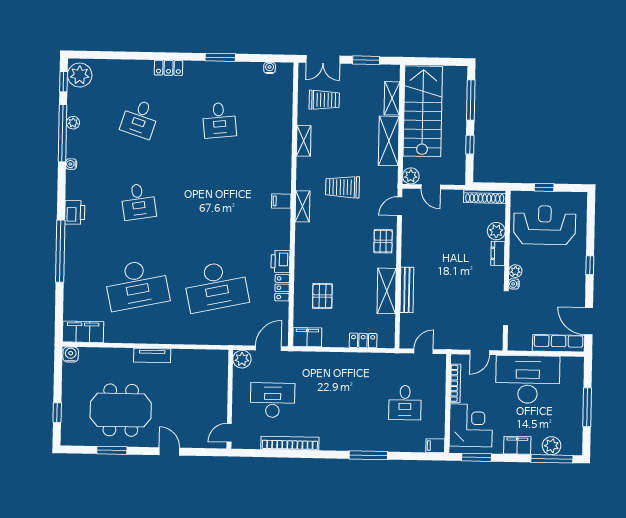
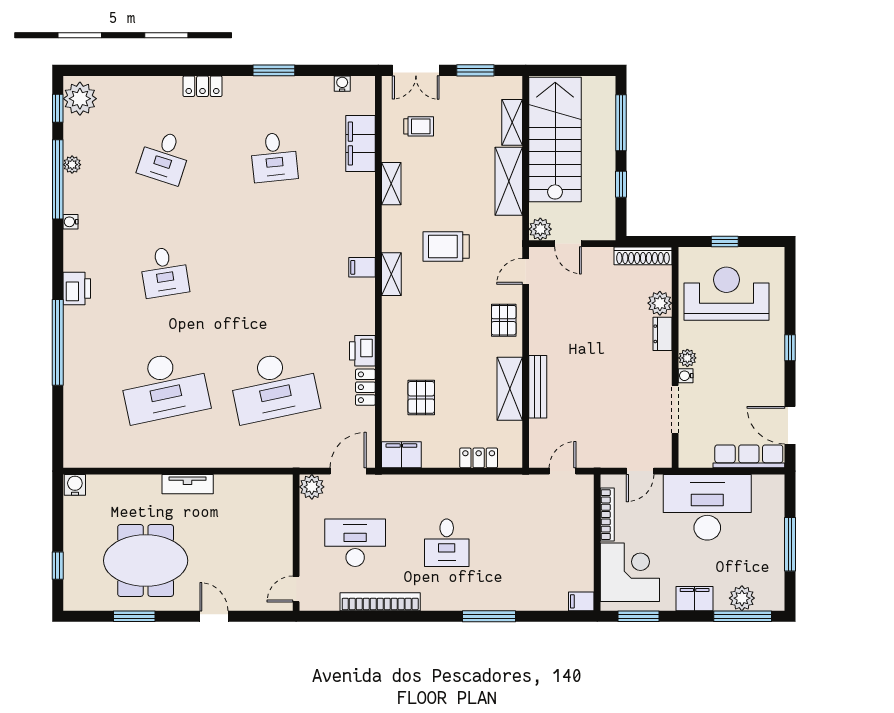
trolley: (324, 100) -> (419, 126), width x0.73, depth x0.72
filing cabinet: (83, 332) -> (361, 144), moved, turned -90
desk: (405, 403) -> (447, 543), moved

